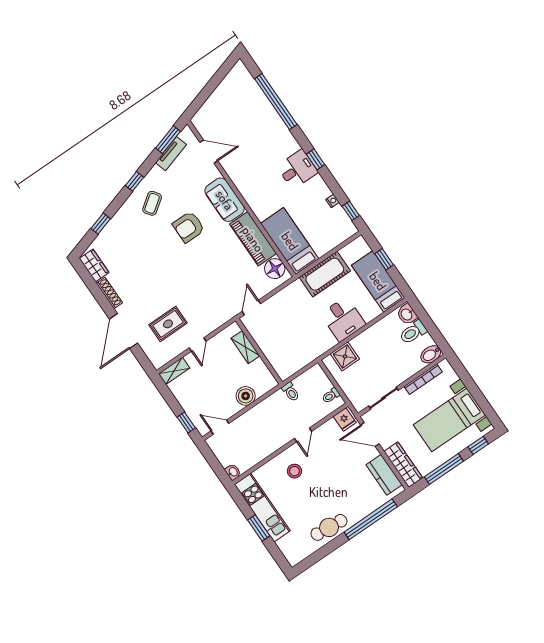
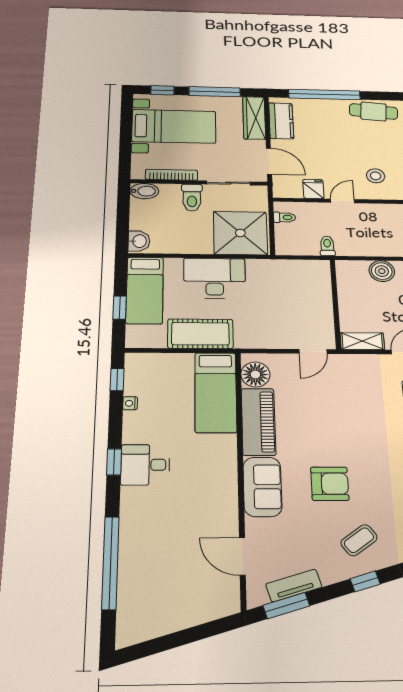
desk: (343, 319) -> (215, 278), width x1.37
toilet: (413, 332) -> (192, 198), moved, turned 90
shelving: (245, 347) -> (362, 341), moved, turned 90
shower: (345, 356) -> (240, 233), width x1.86, depth x1.86
fridge: (345, 420) -> (313, 189), moved

